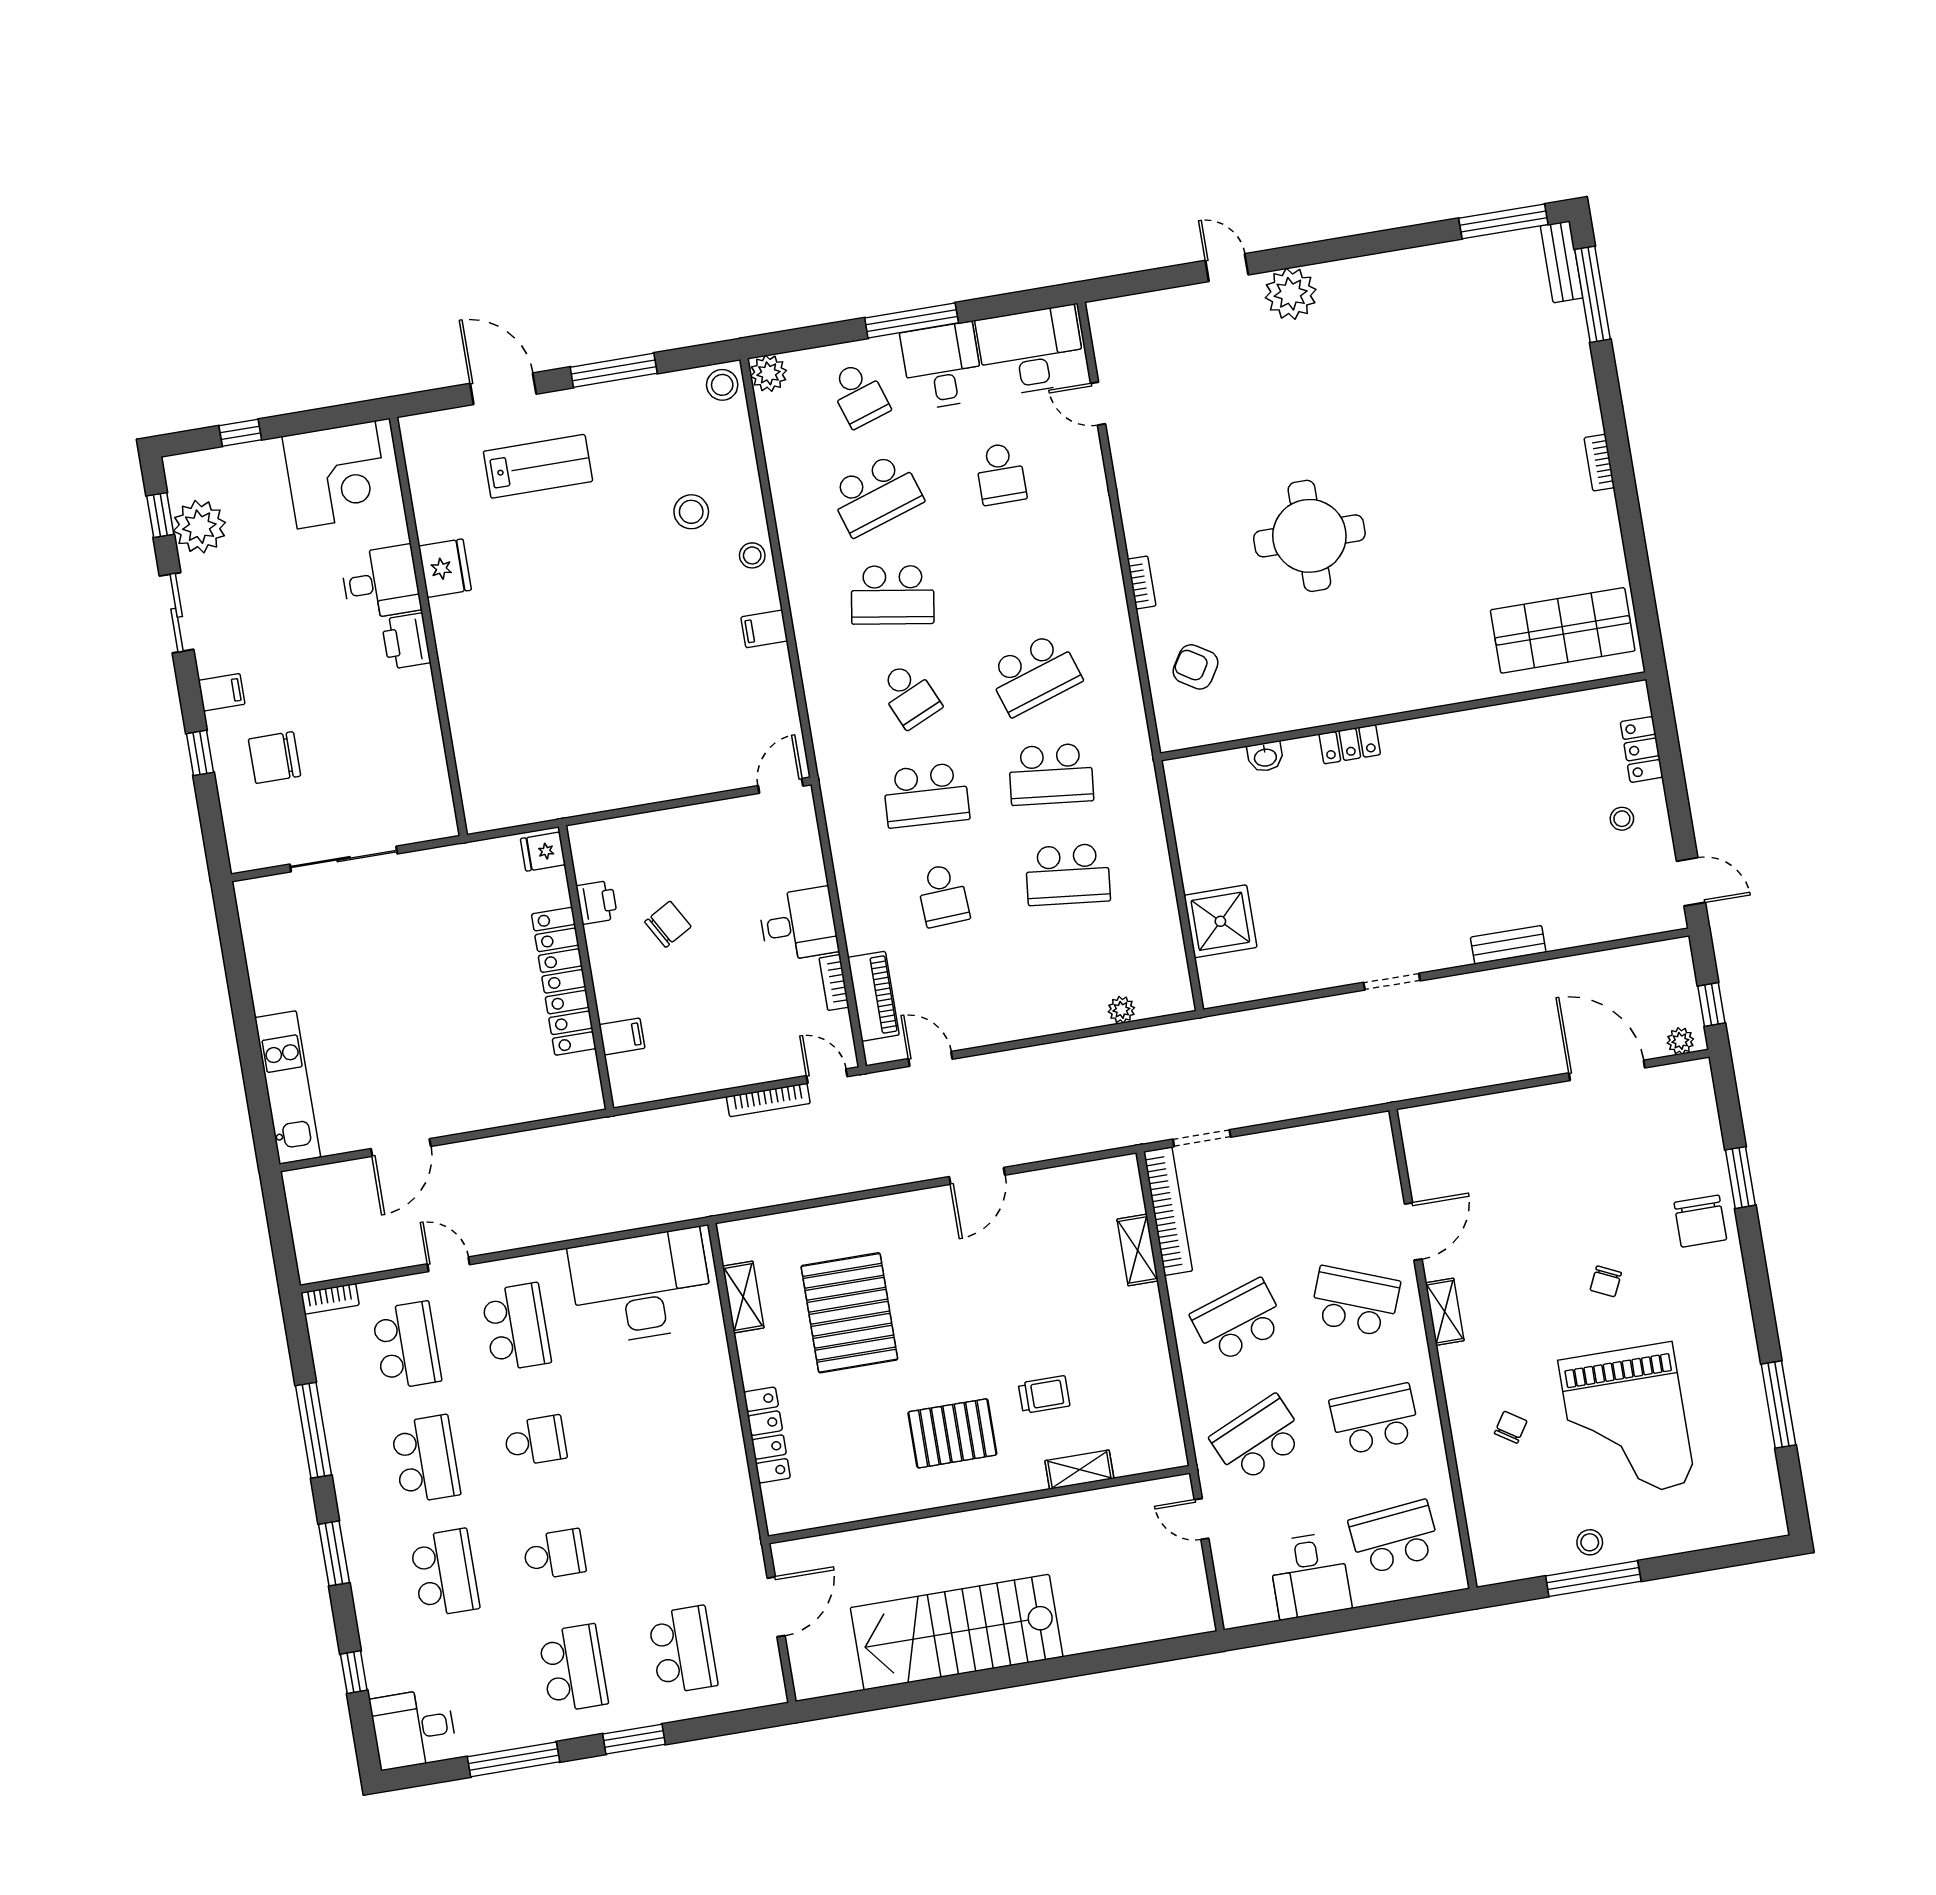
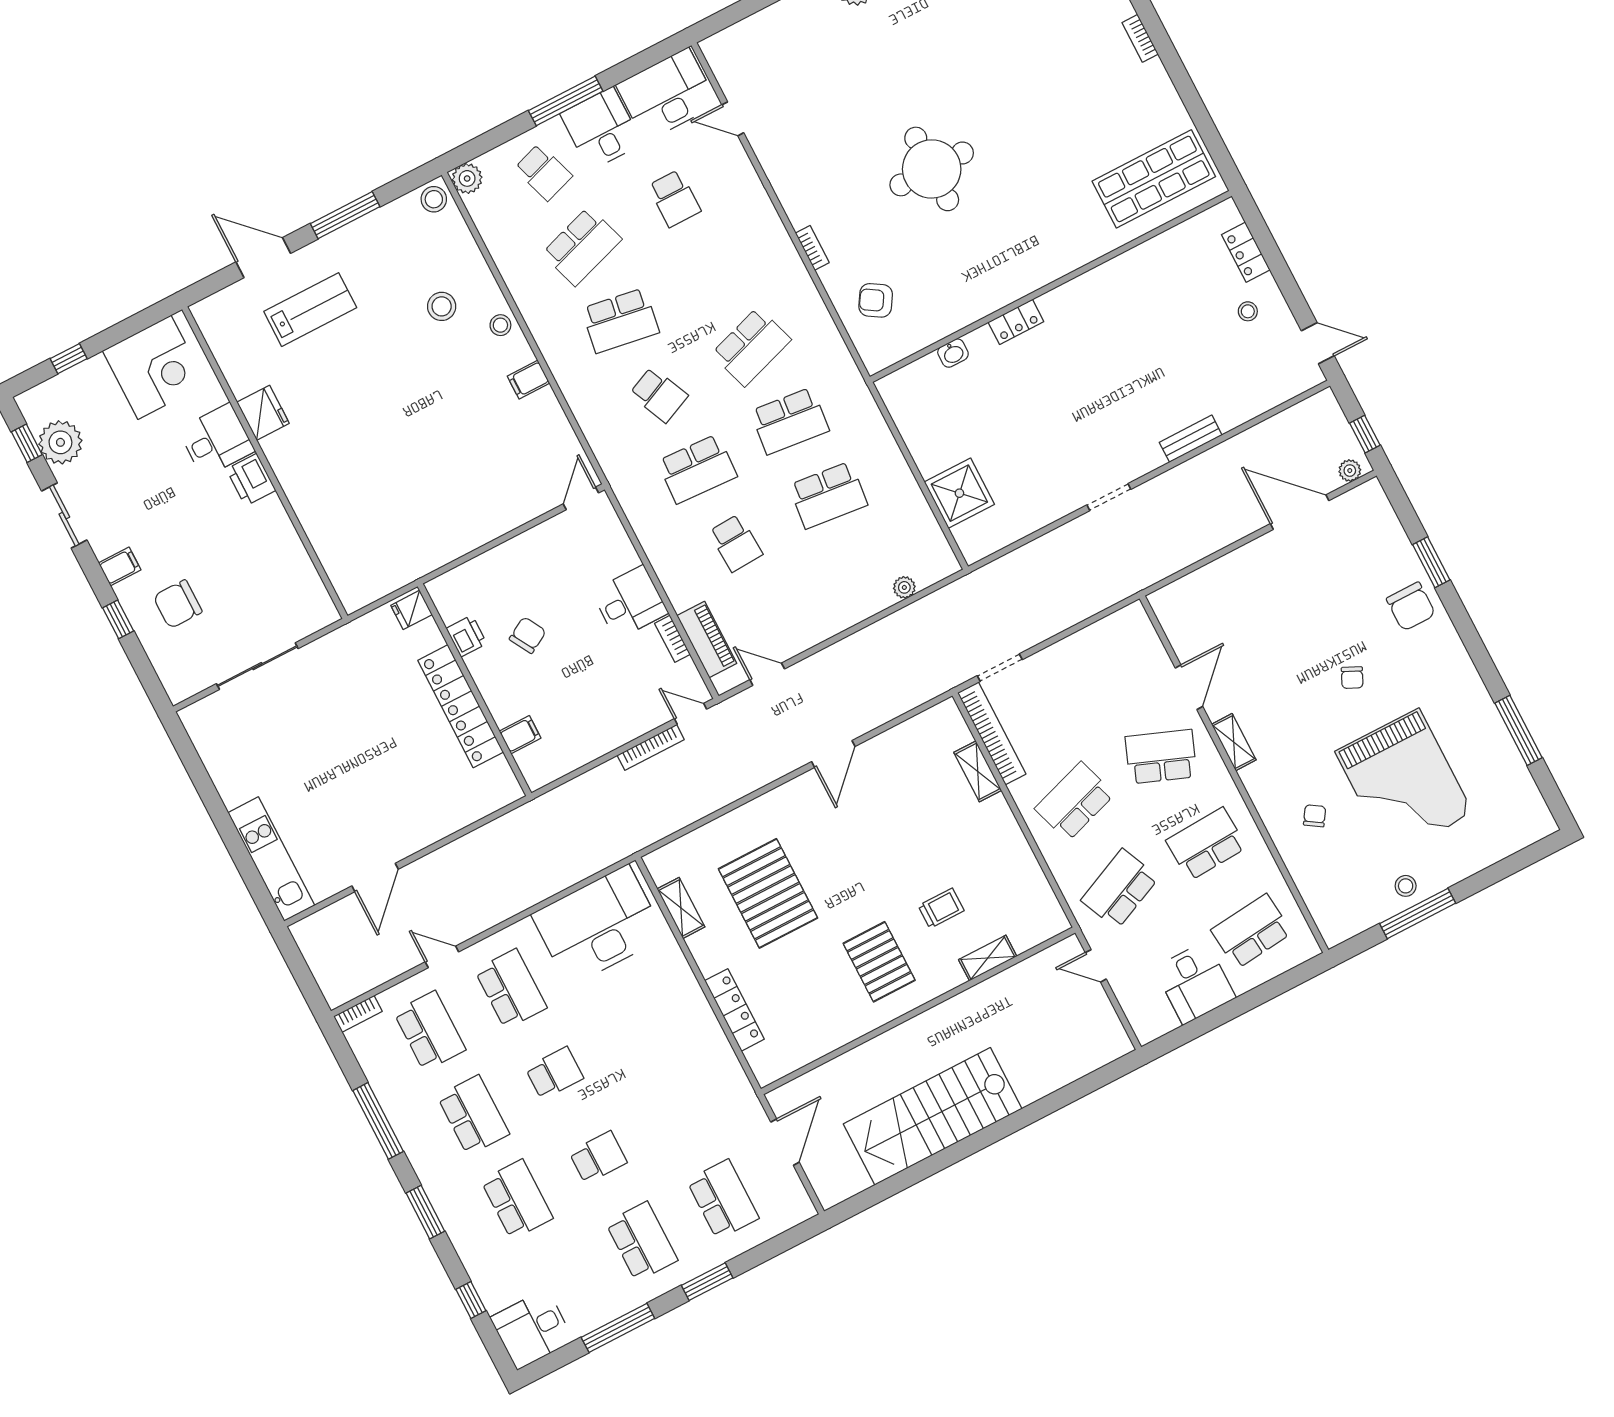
pallet: (952, 1433) -> (879, 962), turned 90

